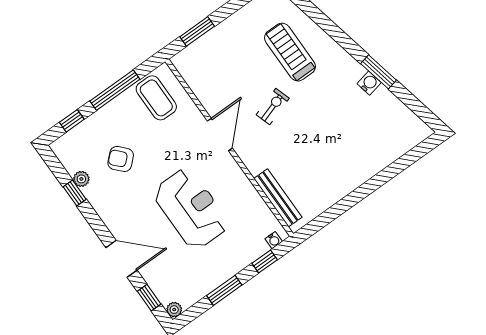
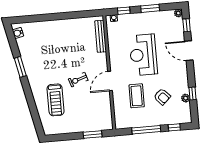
water cooler: (369, 83) -> (18, 33), moved
coffee table: (156, 98) -> (137, 96), moved

